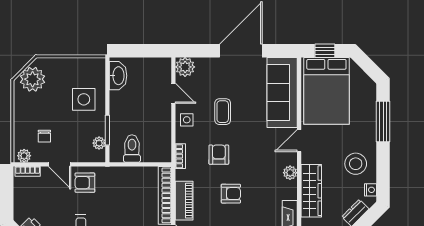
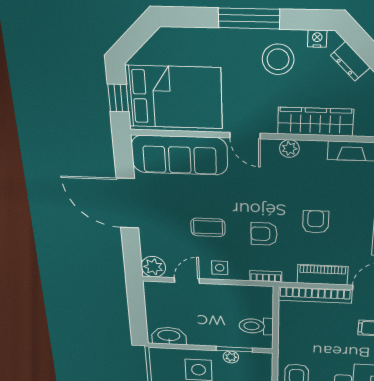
window: (383, 122) -> (249, 18), moved
plant: (99, 143) -> (231, 357), moved

